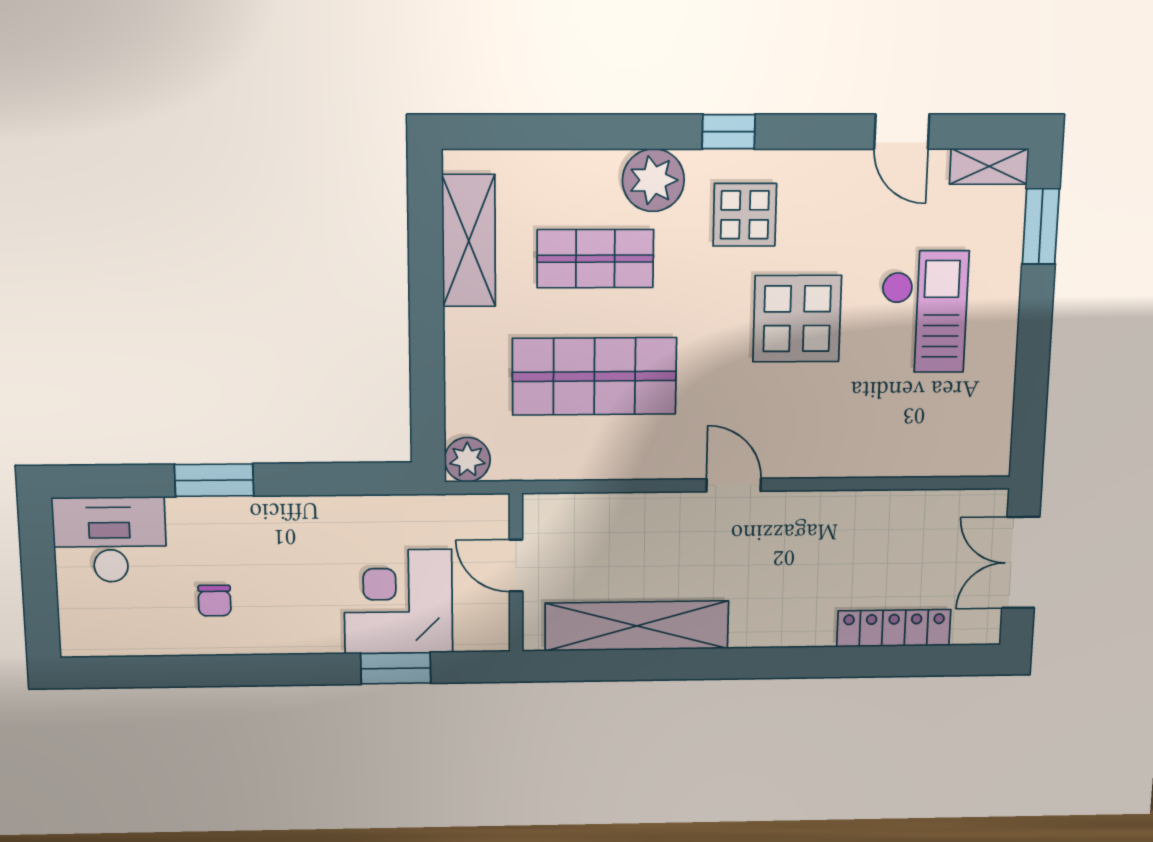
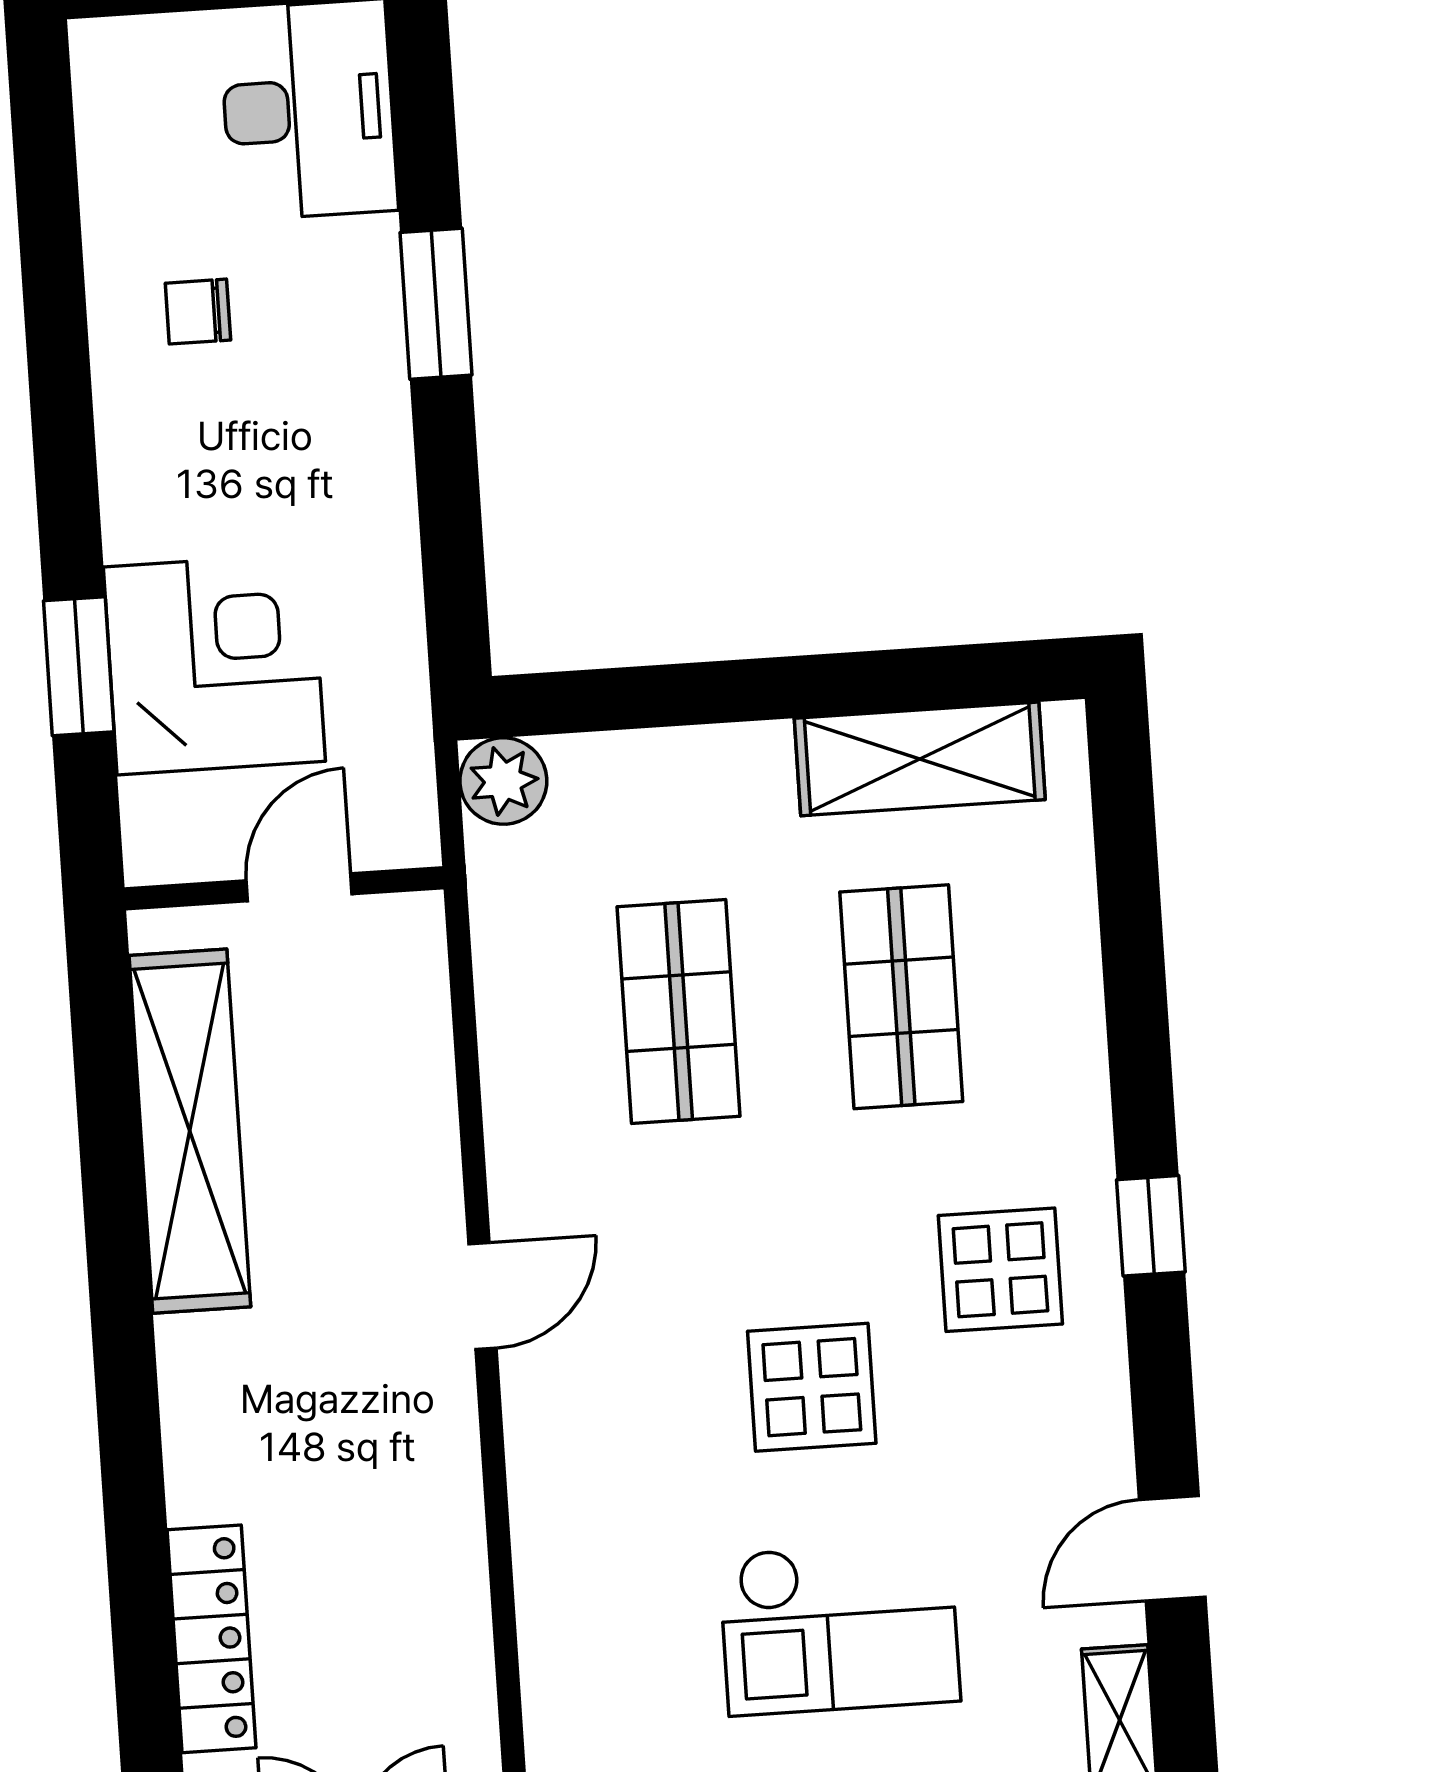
plant: (653, 180) -> (1053, 1094), removed
display table: (797, 319) -> (812, 1387), width x0.73, depth x0.73
shop shelf: (594, 376) -> (679, 1012), width x0.70, depth x0.74

